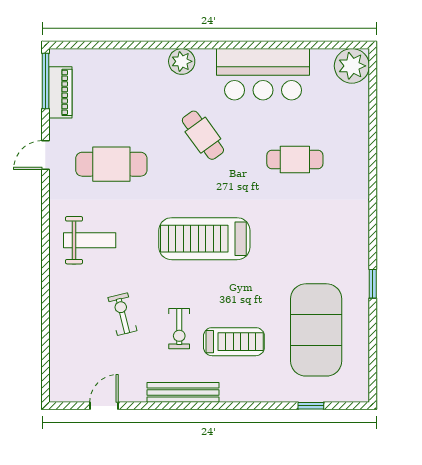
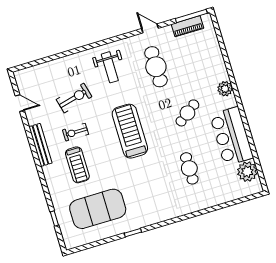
plant: (352, 66) -> (247, 172), moved
exercise bike: (122, 314) -> (74, 98), width x1.38, depth x1.39

